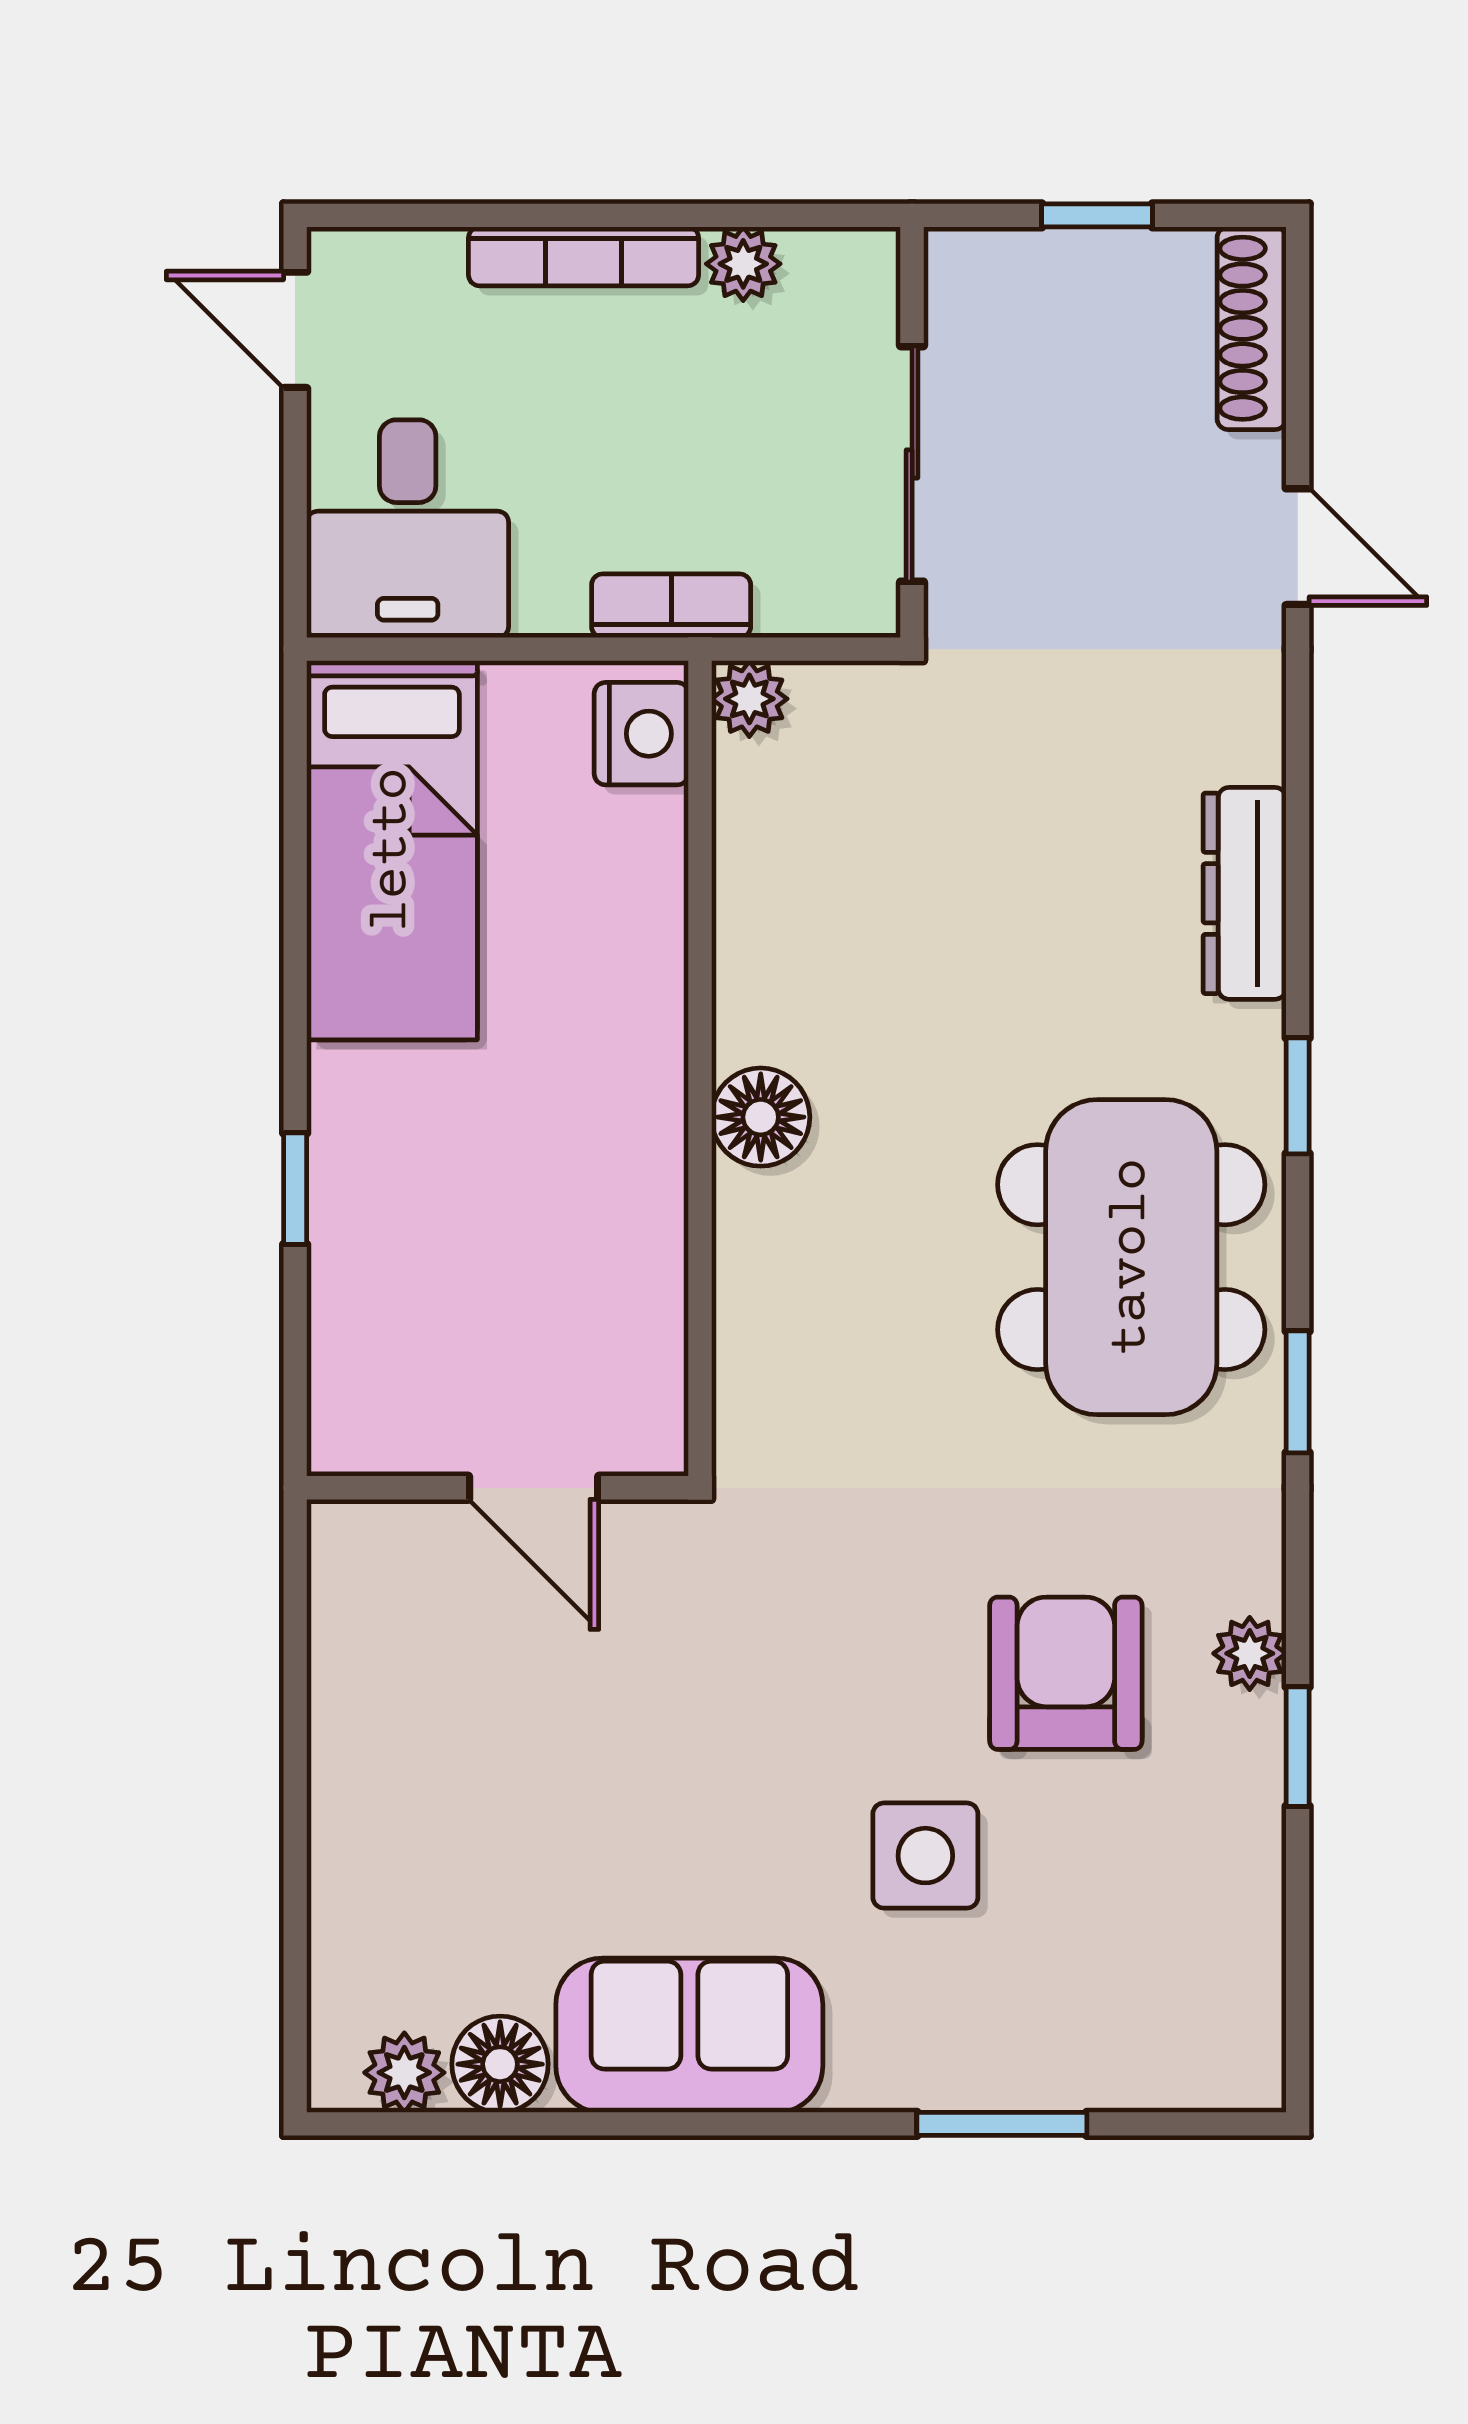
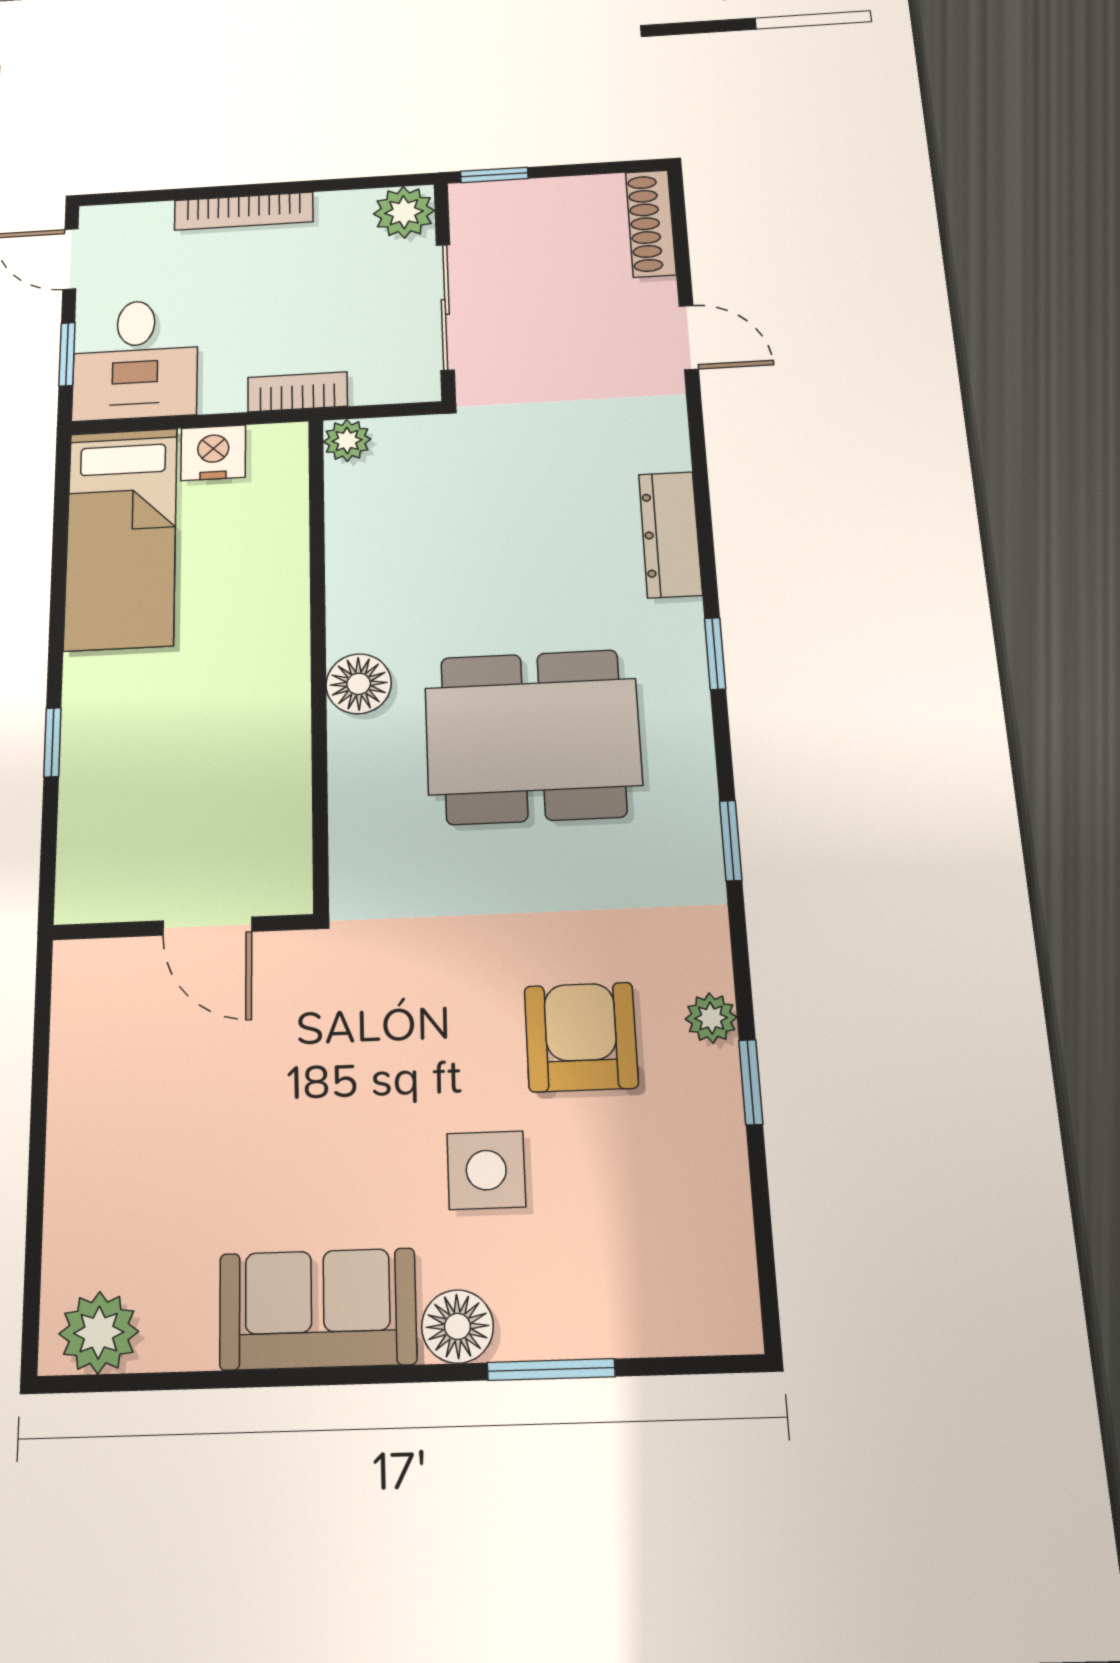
window: (1097, 215) -> (494, 175), moved
plant: (743, 264) -> (404, 212), moved, width x1.38, depth x1.38
window: (295, 512) -> (67, 354), added
nightstand: (641, 734) -> (213, 453), moved, turned -90
dining table: (1131, 1257) -> (533, 736), moved, turned 90
floor lamp: (500, 2064) -> (457, 1326), moved
plant: (404, 2073) -> (99, 1333), width x1.38, depth x1.38

